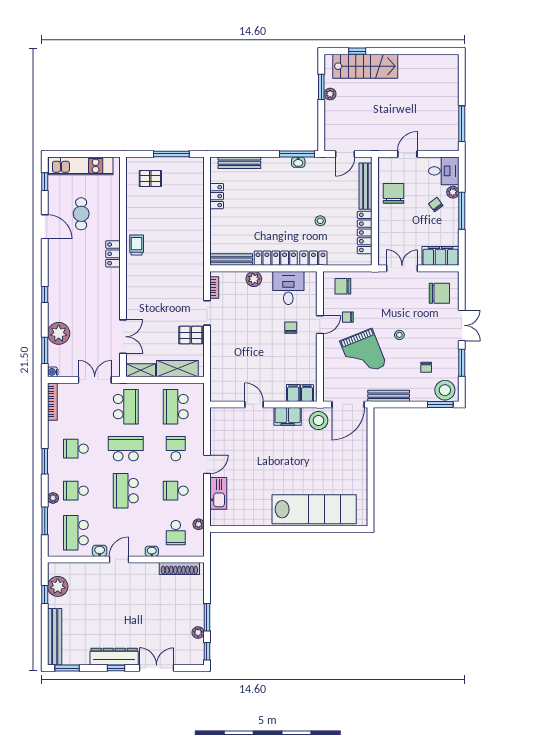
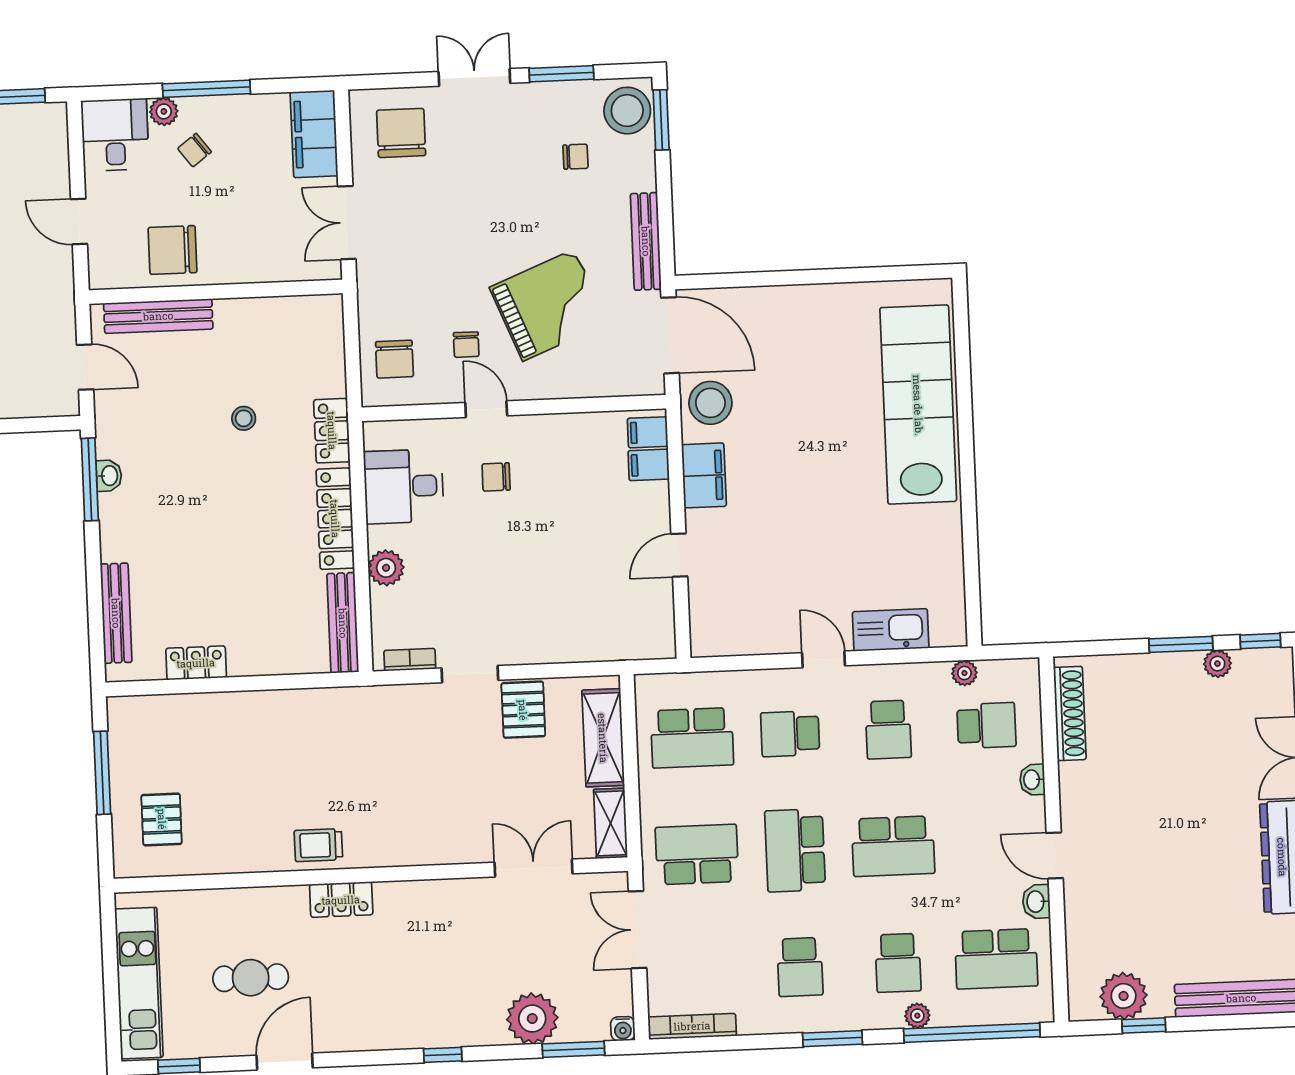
locker: (365, 232) -> (267, 313), removed
stool: (399, 335) -> (502, 222), removed
window: (45, 521) -> (972, 1033), width x2.11

